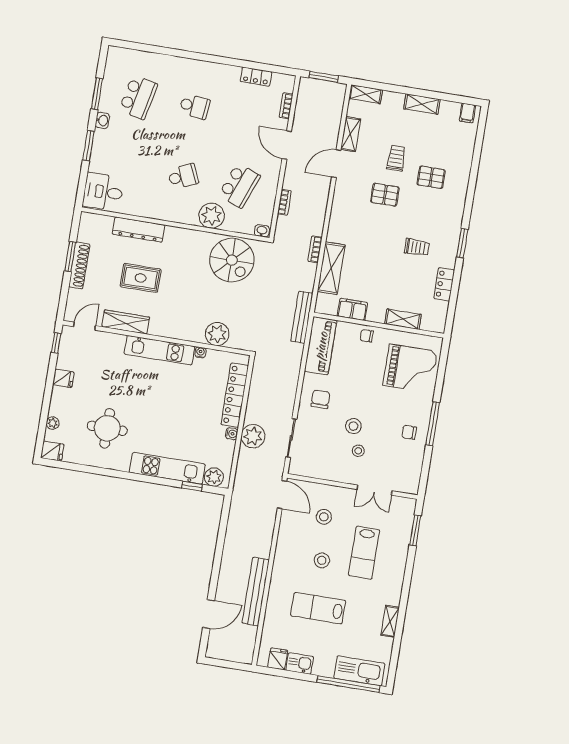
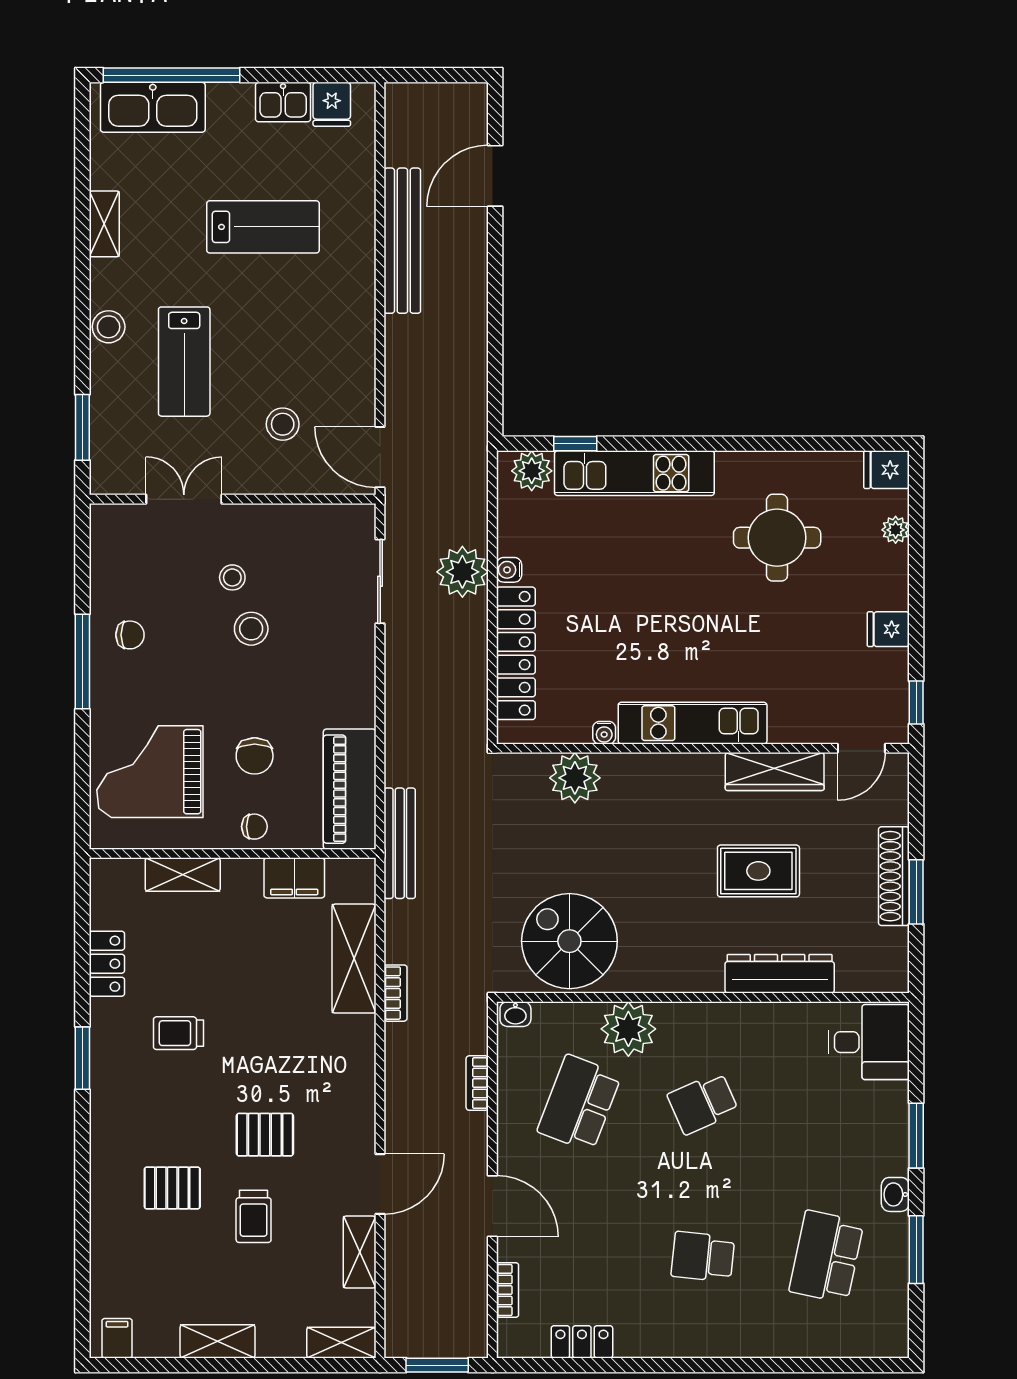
chair: (320, 399) -> (255, 756), moved
lab bench: (364, 553) -> (184, 362), turned 180
stool: (322, 560) -> (109, 327), moved

